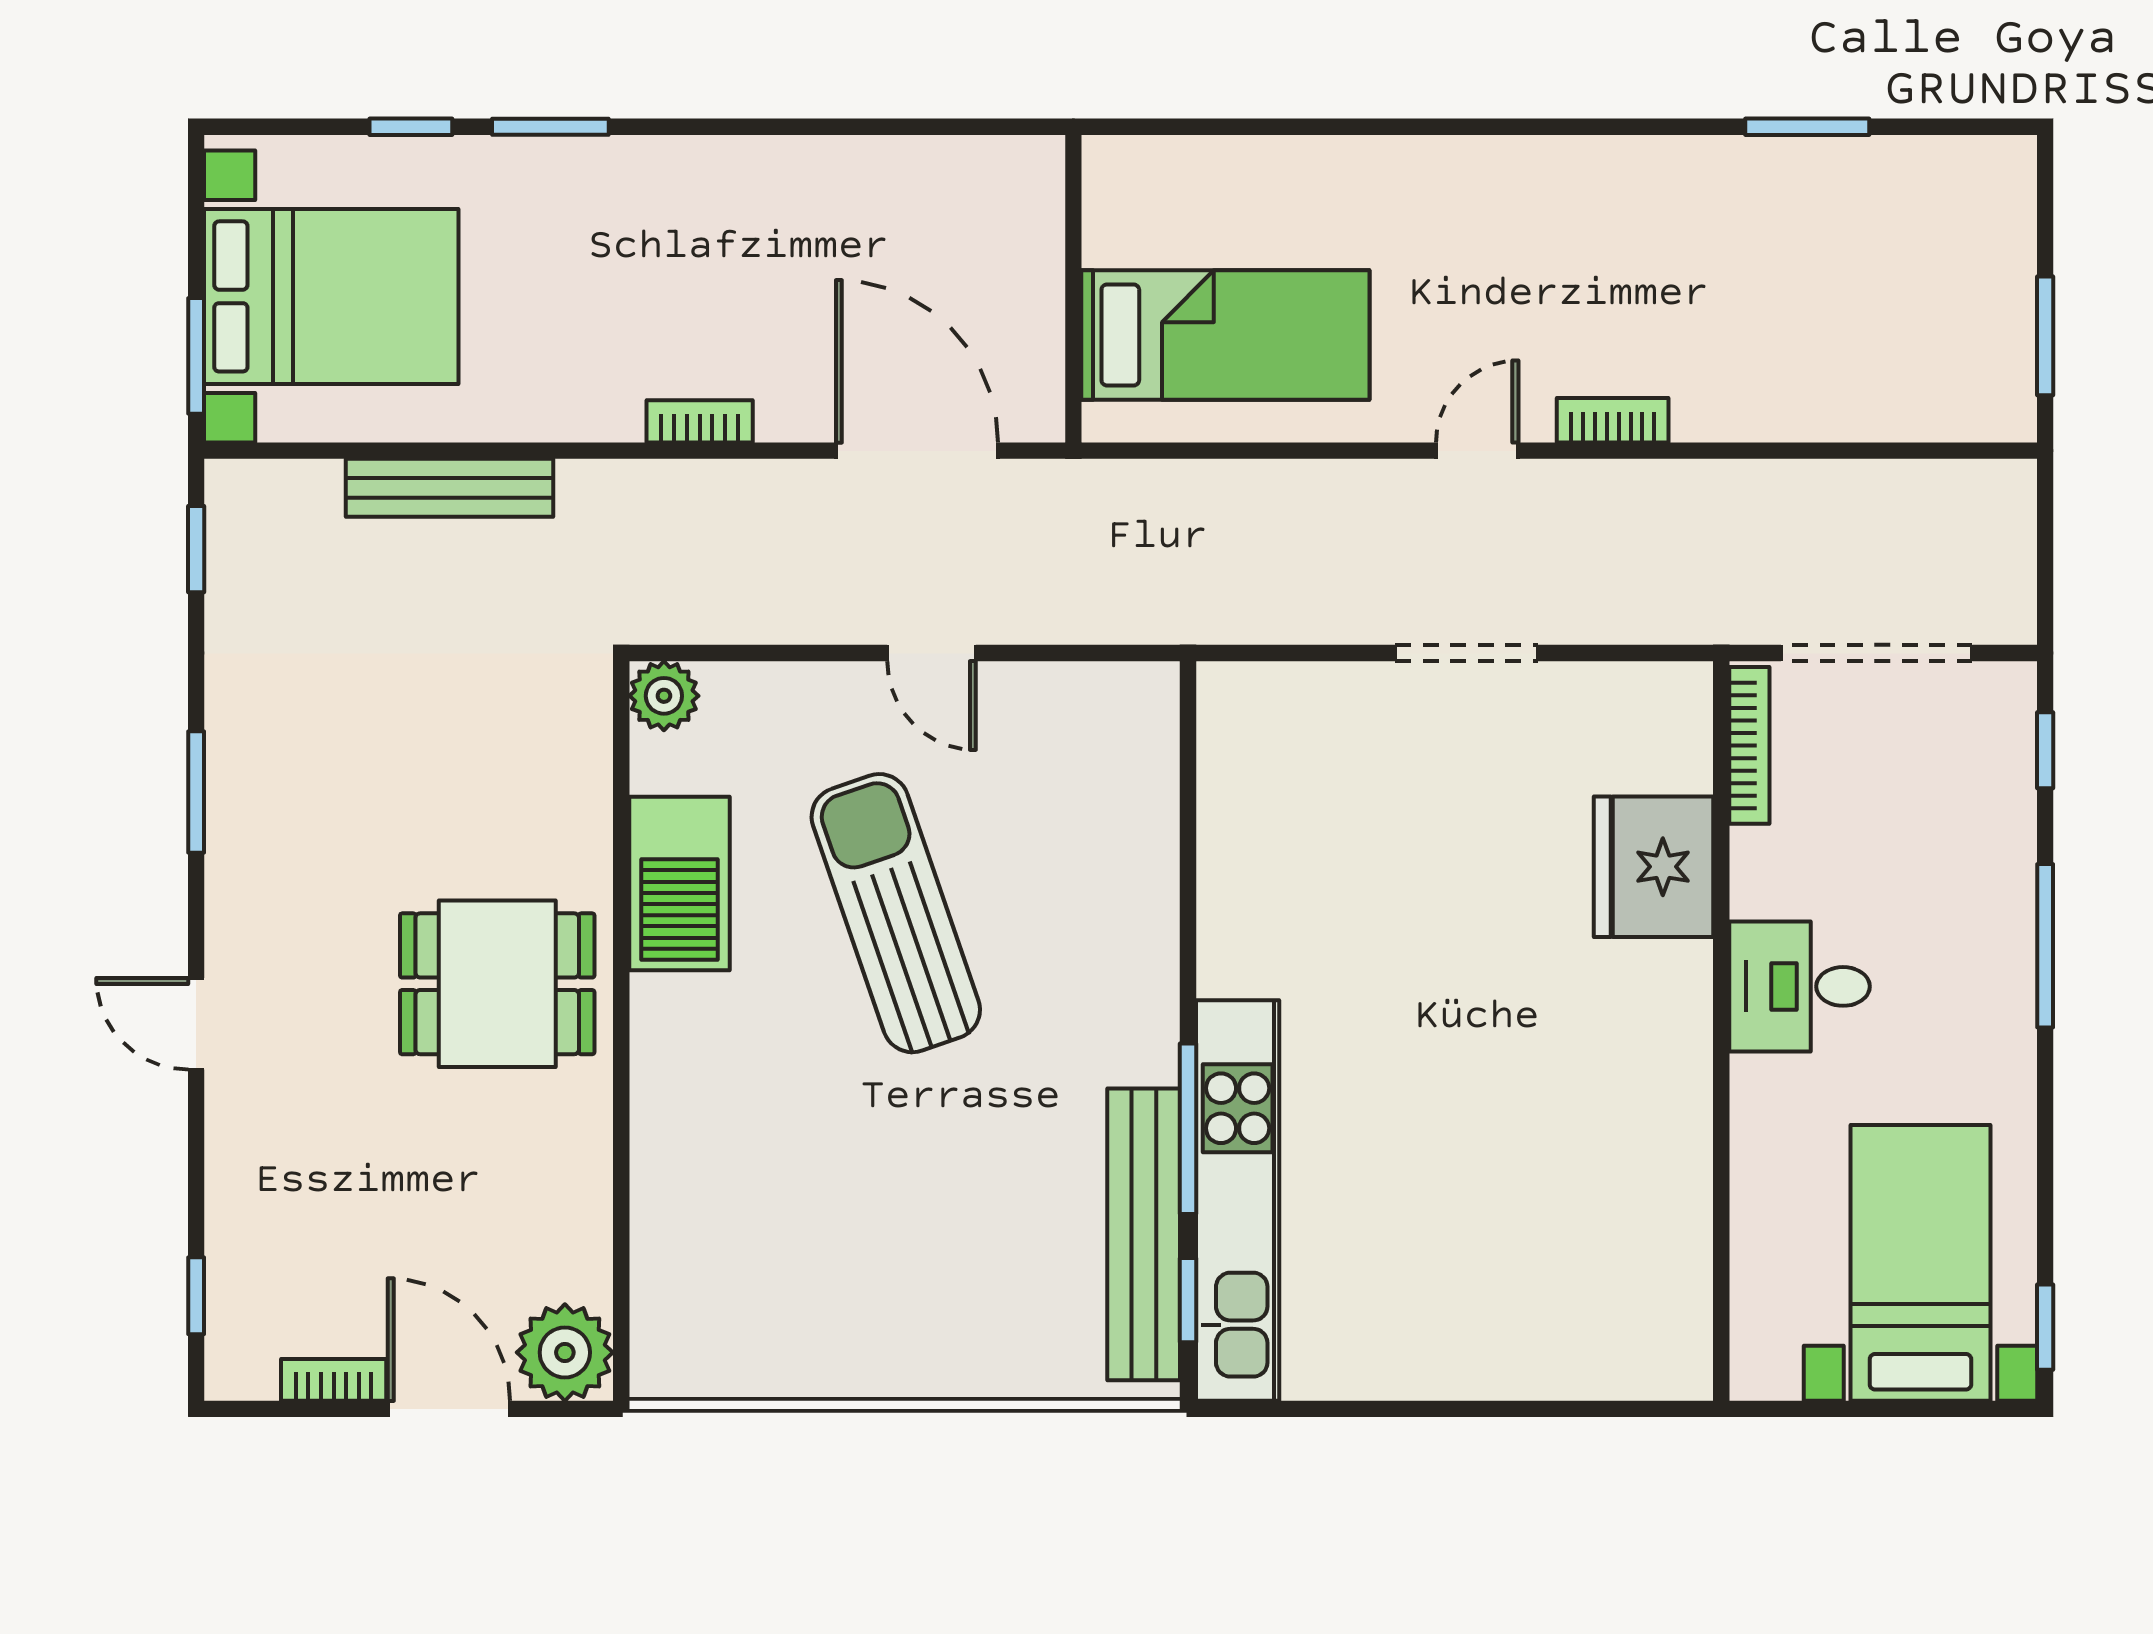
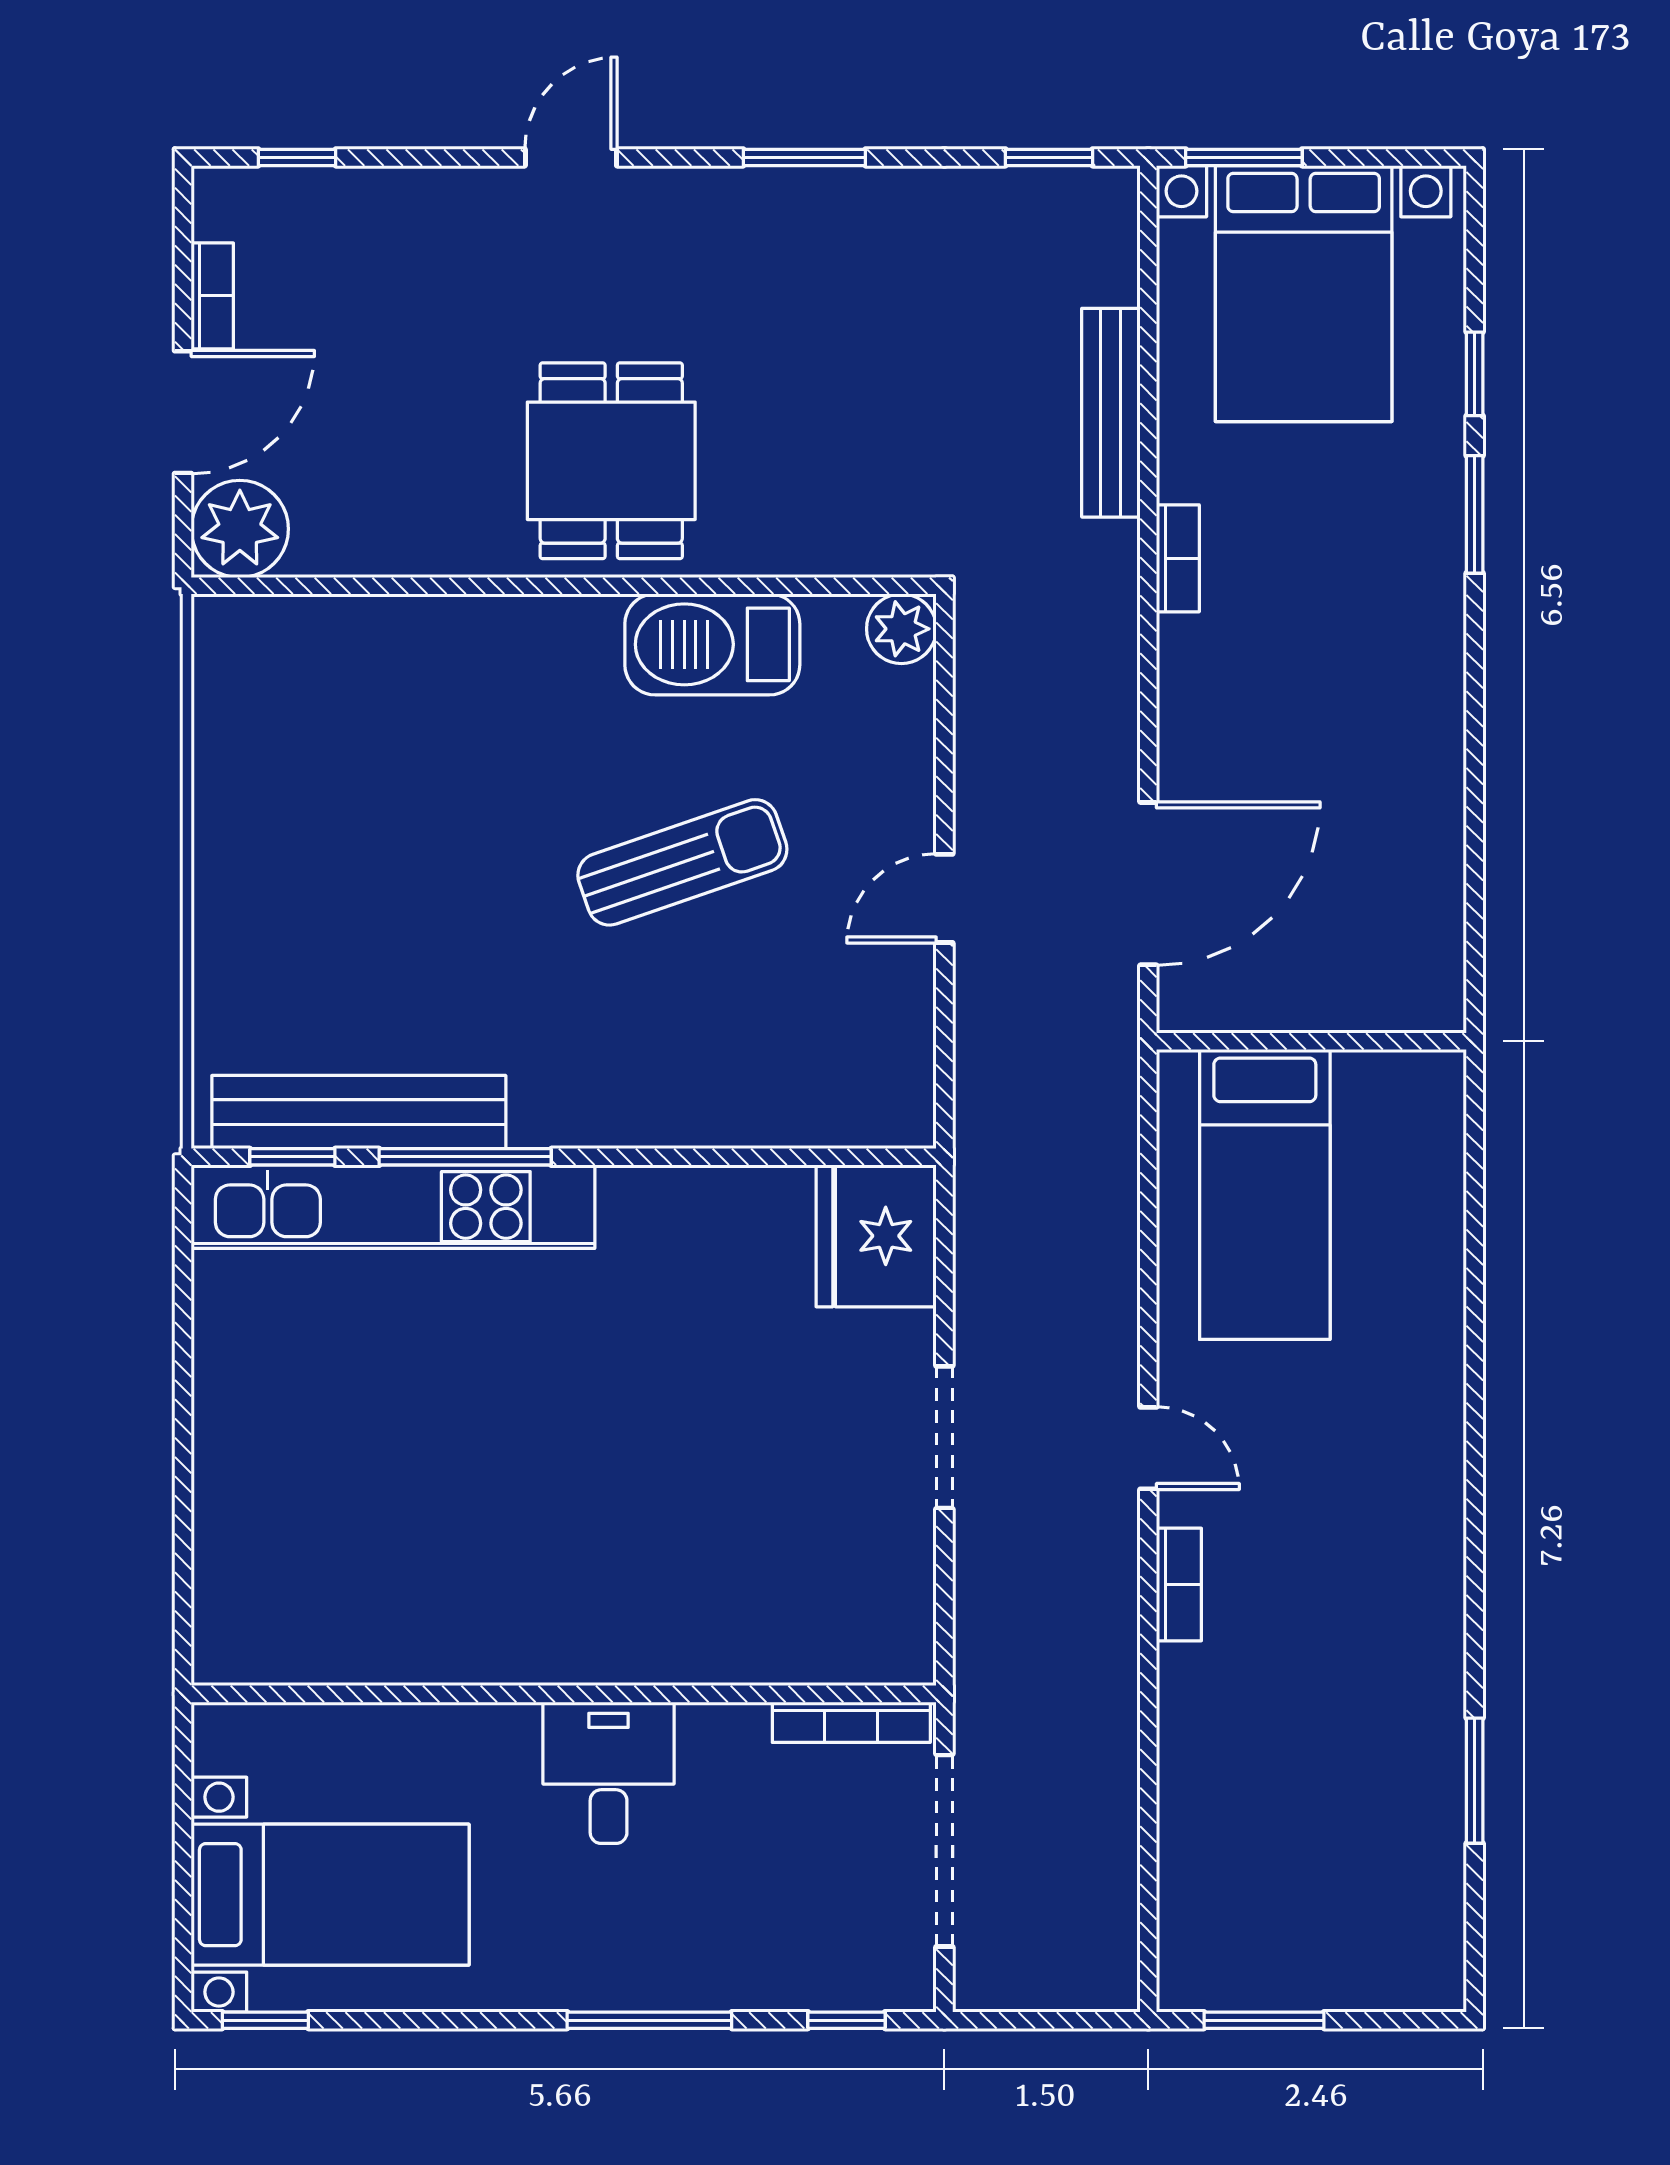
bookcase: (700, 421) -> (1178, 558), moved
fridge: (1653, 867) -> (876, 1236), moved, turned -90
sun lounger: (896, 913) -> (682, 862), width x0.73, depth x0.75

